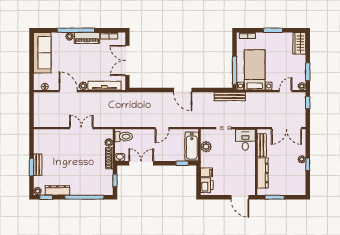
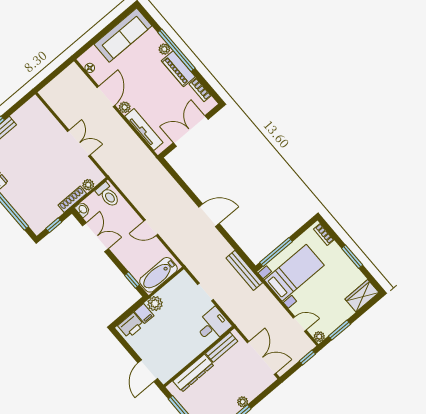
door: (183, 90) -> (209, 215), swing flipped
double door: (286, 128) -> (262, 358), swing flipped
plant: (206, 147) -> (155, 304), moved

